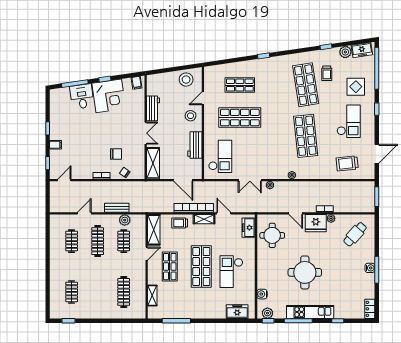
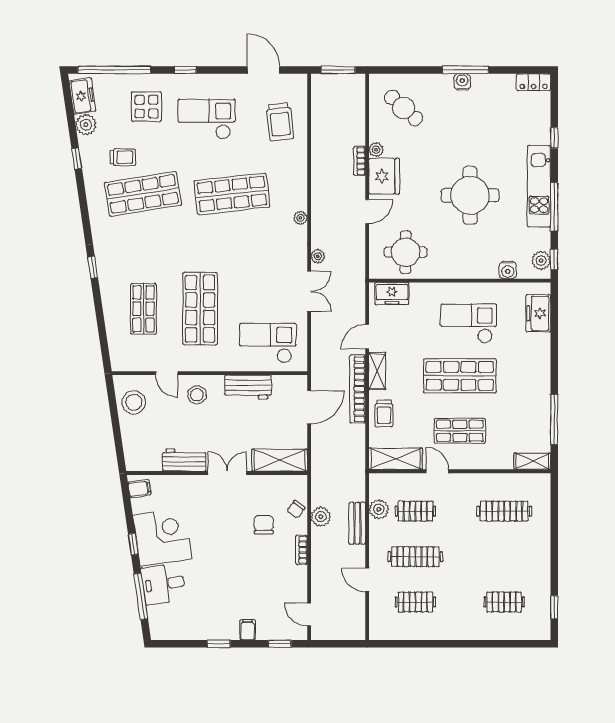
plant: (121, 187) -> (321, 517), added
checkout: (231, 272) -> (469, 323), turned 180
shelving: (152, 296) -> (532, 461), moved

